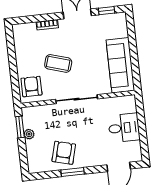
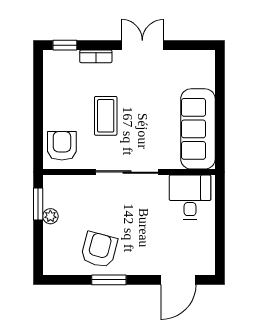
window: (107, 11) -> (65, 45), moved
coffee table: (58, 63) -> (106, 116), turned 73
desk: (124, 128) -> (190, 197), moved, turned -90

